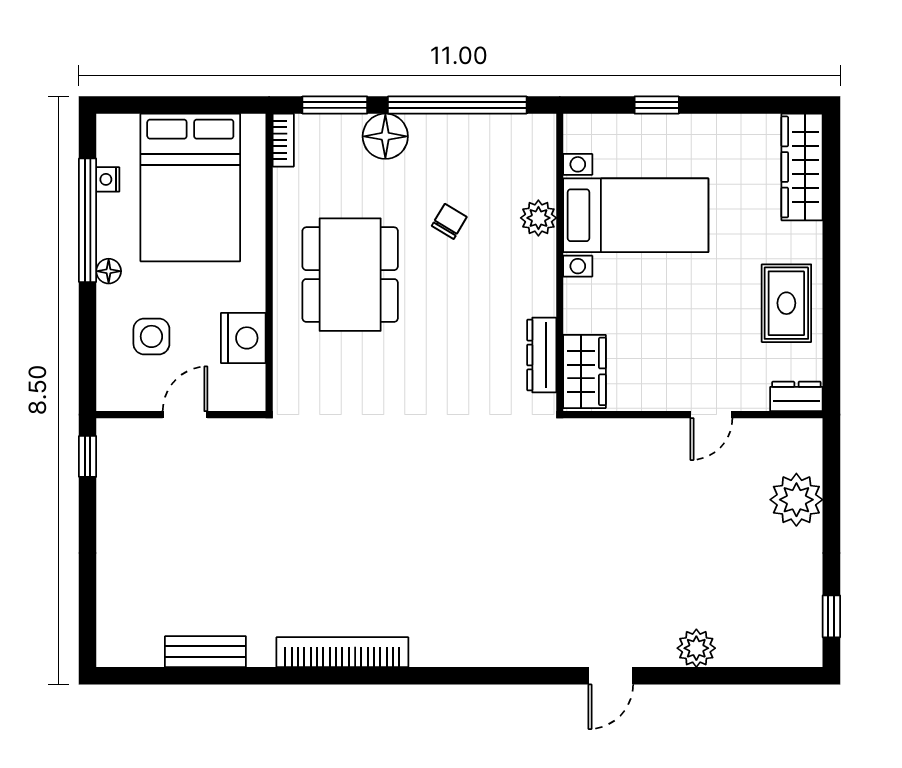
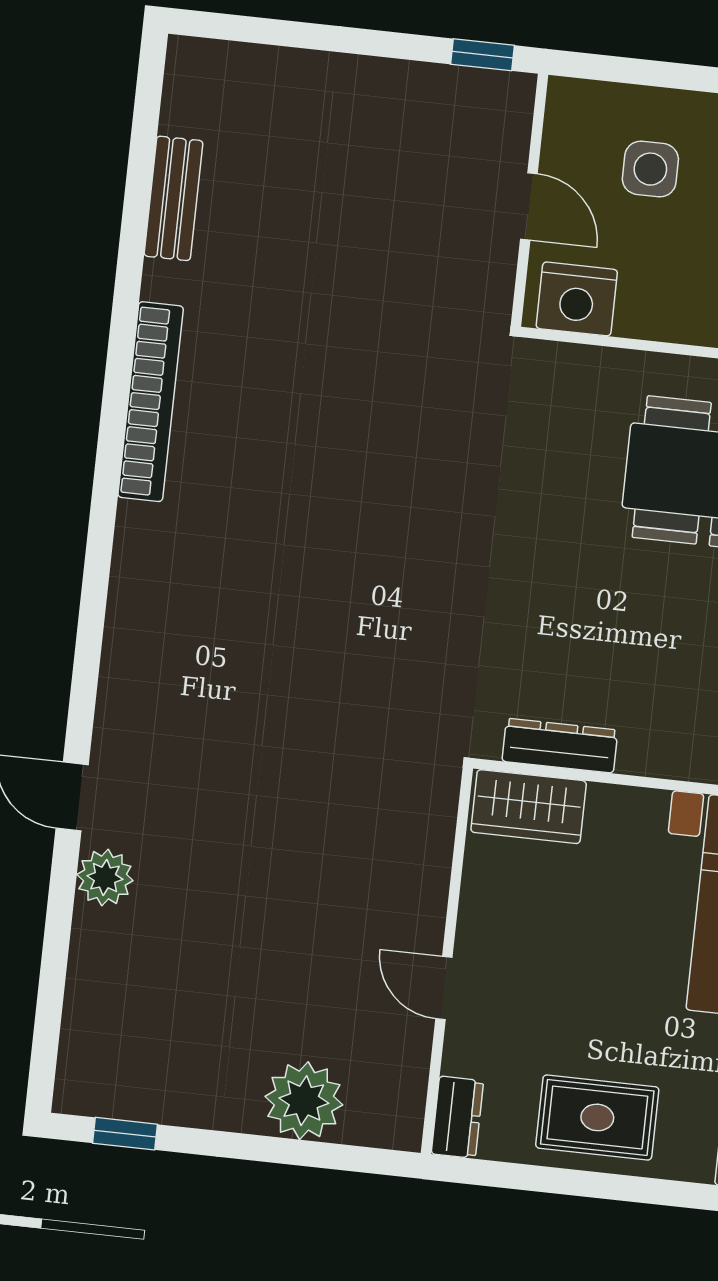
nightstand: (243, 338) -> (577, 299), moved
plant: (696, 648) -> (105, 877), moved

